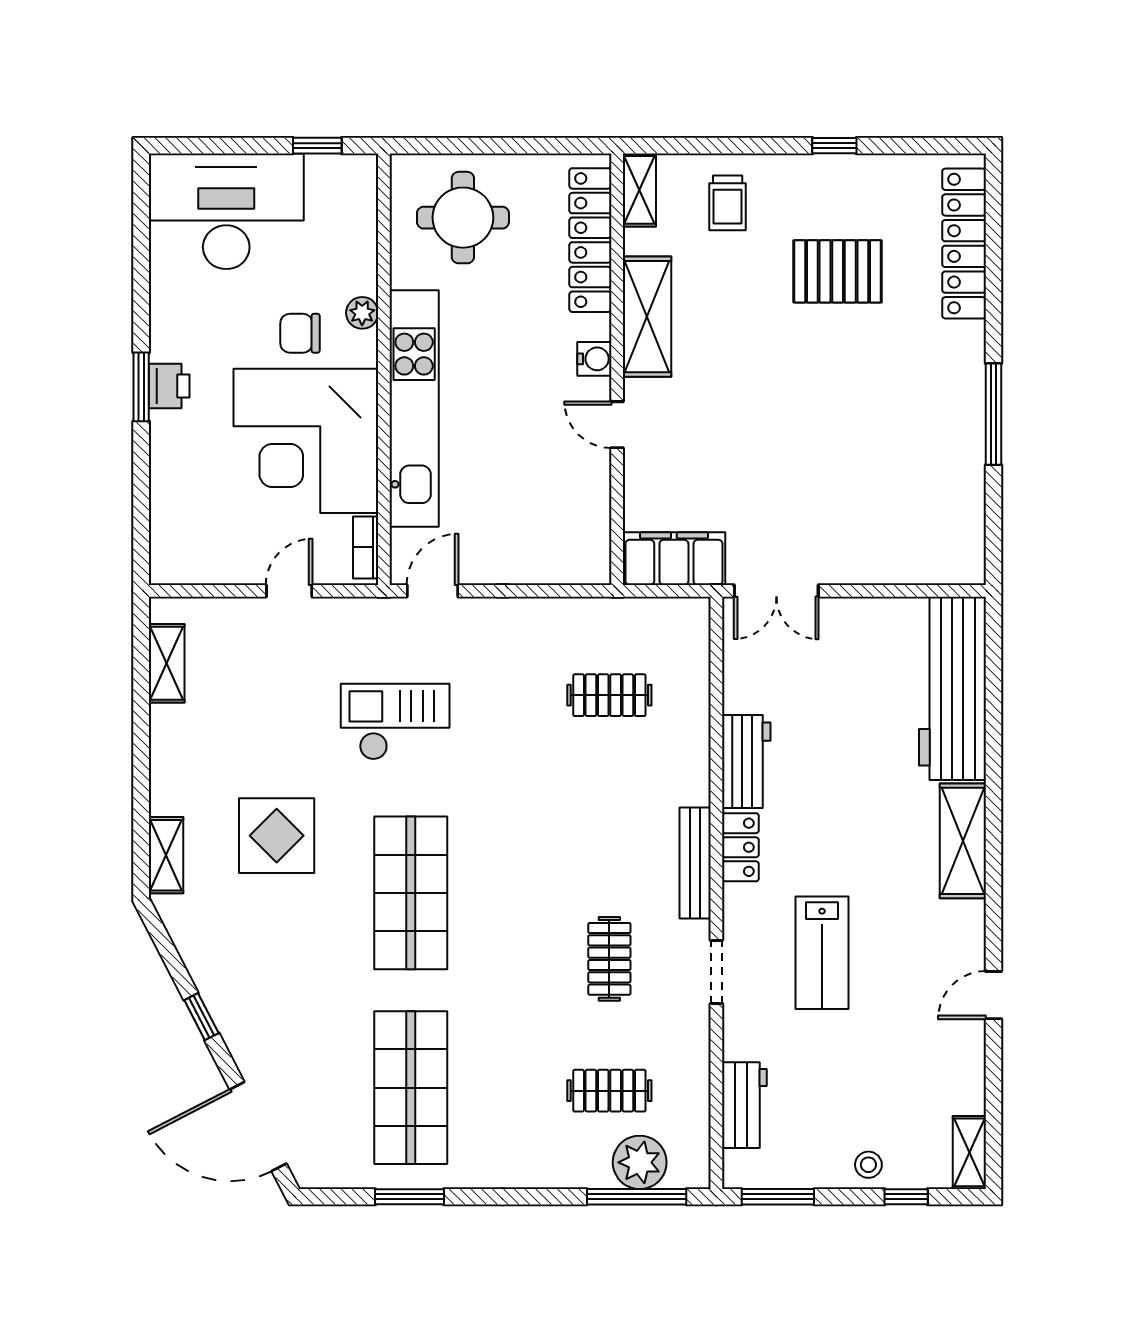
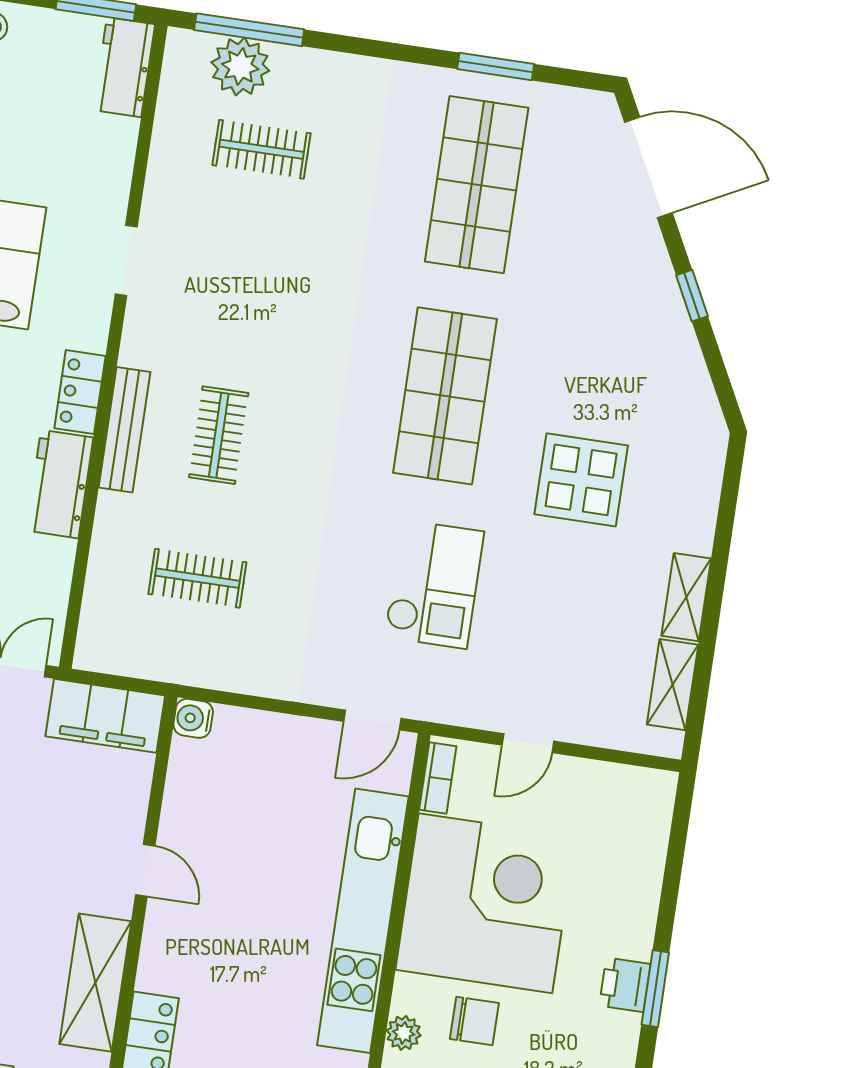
water cooler: (594, 359) -> (193, 718), moved
checkout: (395, 722) -> (434, 584), turned -90
shelving: (166, 855) -> (686, 597), moved
bench: (695, 863) -> (125, 430), moved
clothes rail: (609, 959) -> (219, 435), moved
workbench: (744, 1105) -> (124, 67), moved

